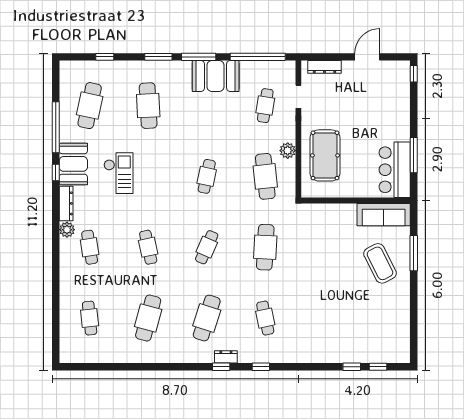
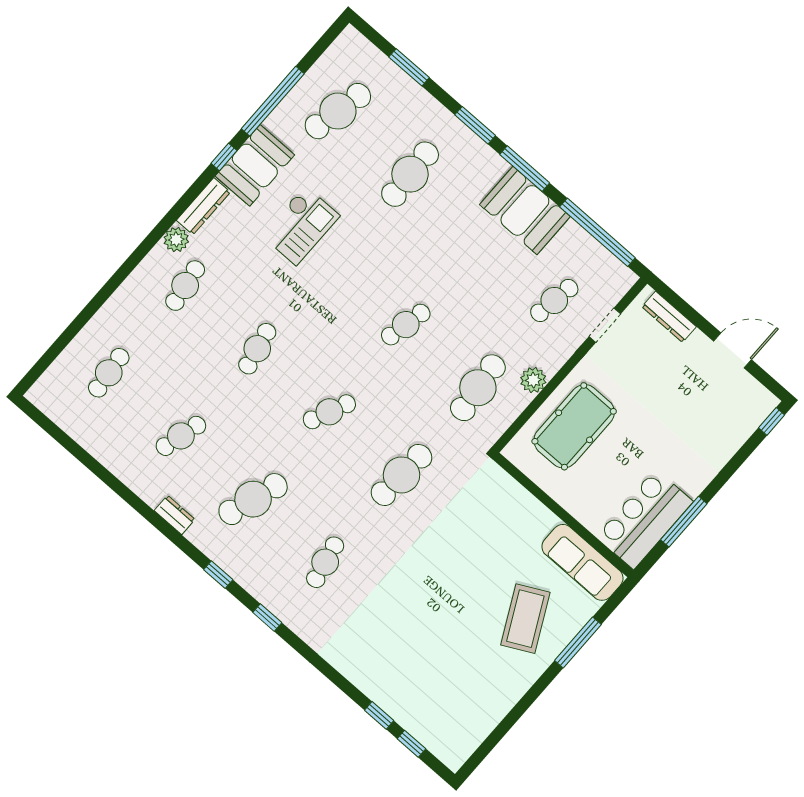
window: (105, 57) -> (409, 67), width x1.50
cafe table: (148, 318) -> (181, 436), width x0.73, depth x0.74
dresser: (226, 357) -> (175, 515), moved

